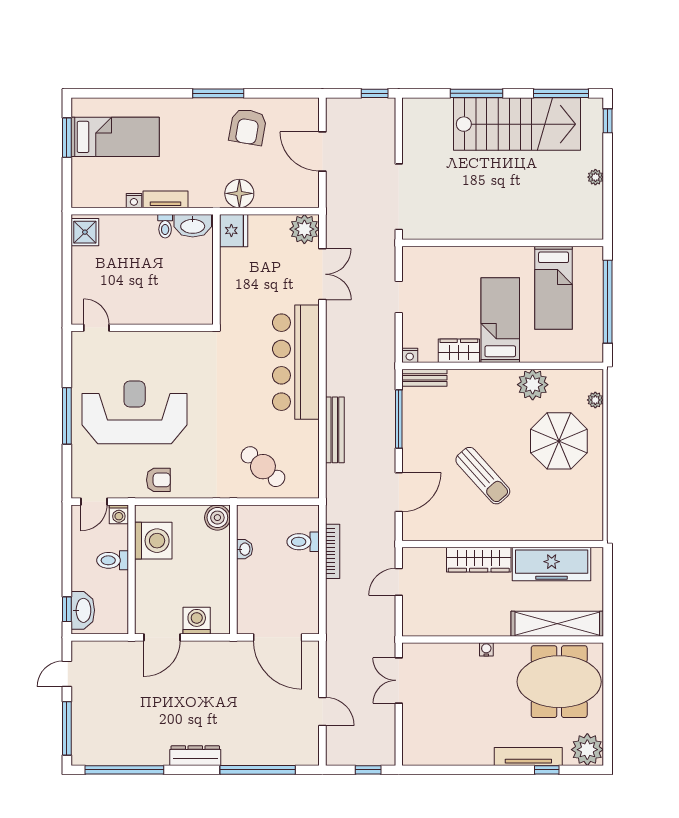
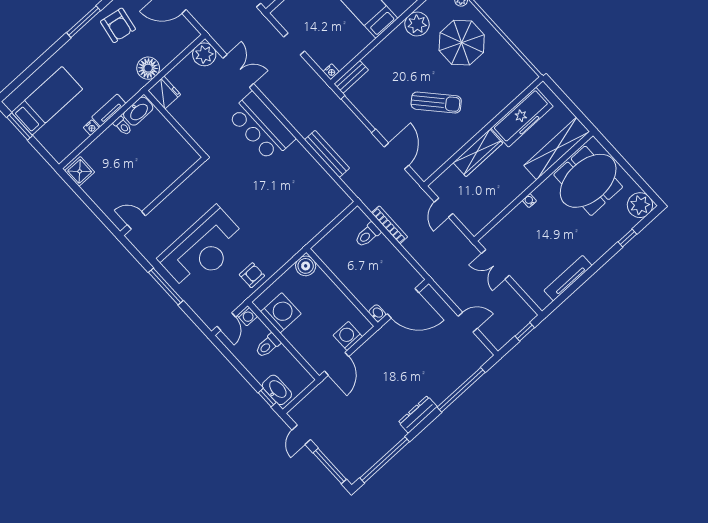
wardrobe: (459, 351) -> (357, 43), removed
bar counter: (296, 362) -> (261, 127), width x0.73
reception desk: (135, 412) -> (203, 249), turned 180
cafe table: (263, 467) -> (305, 213), removed
washbasin: (244, 549) -> (377, 313), moved
tv unit: (528, 756) -> (568, 278), moved

